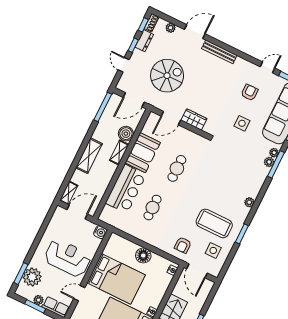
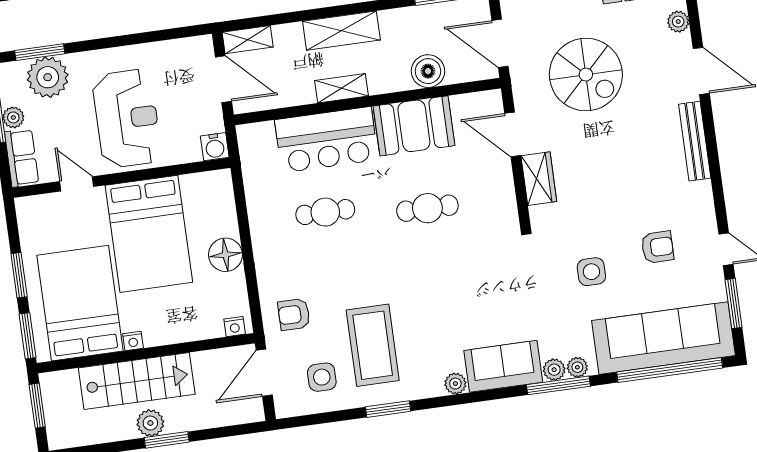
shelving: (119, 152) -> (342, 88), moved
sofa: (255, 180) -> (503, 366), added

